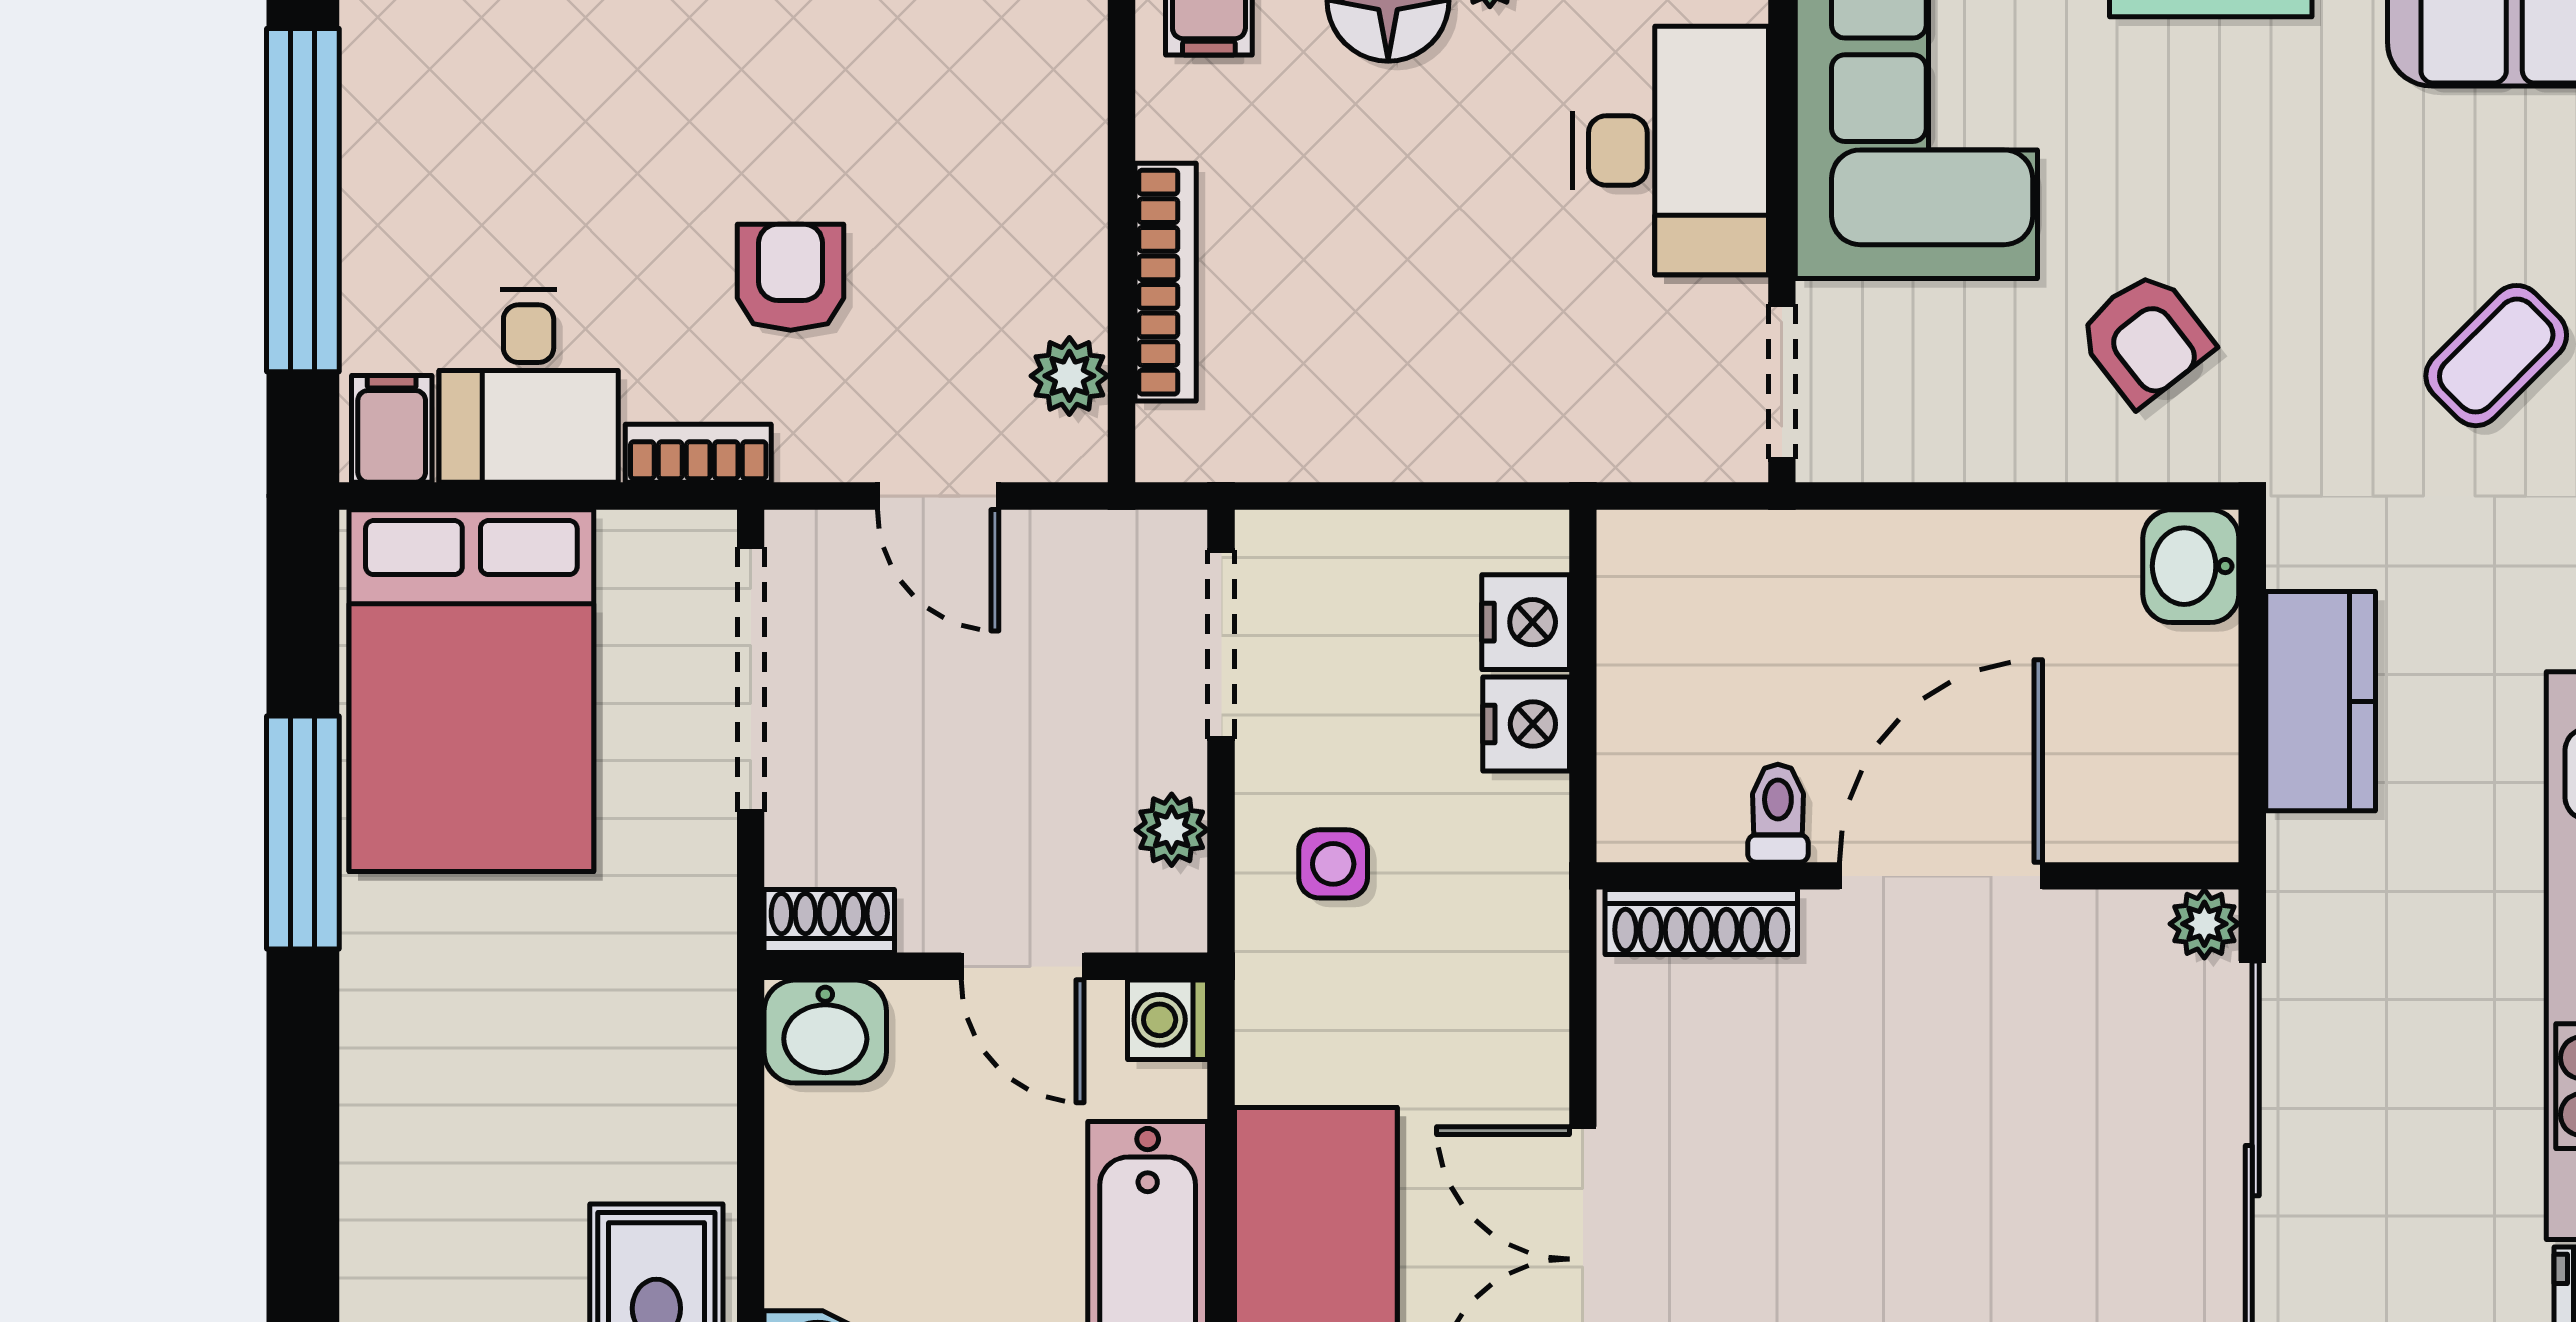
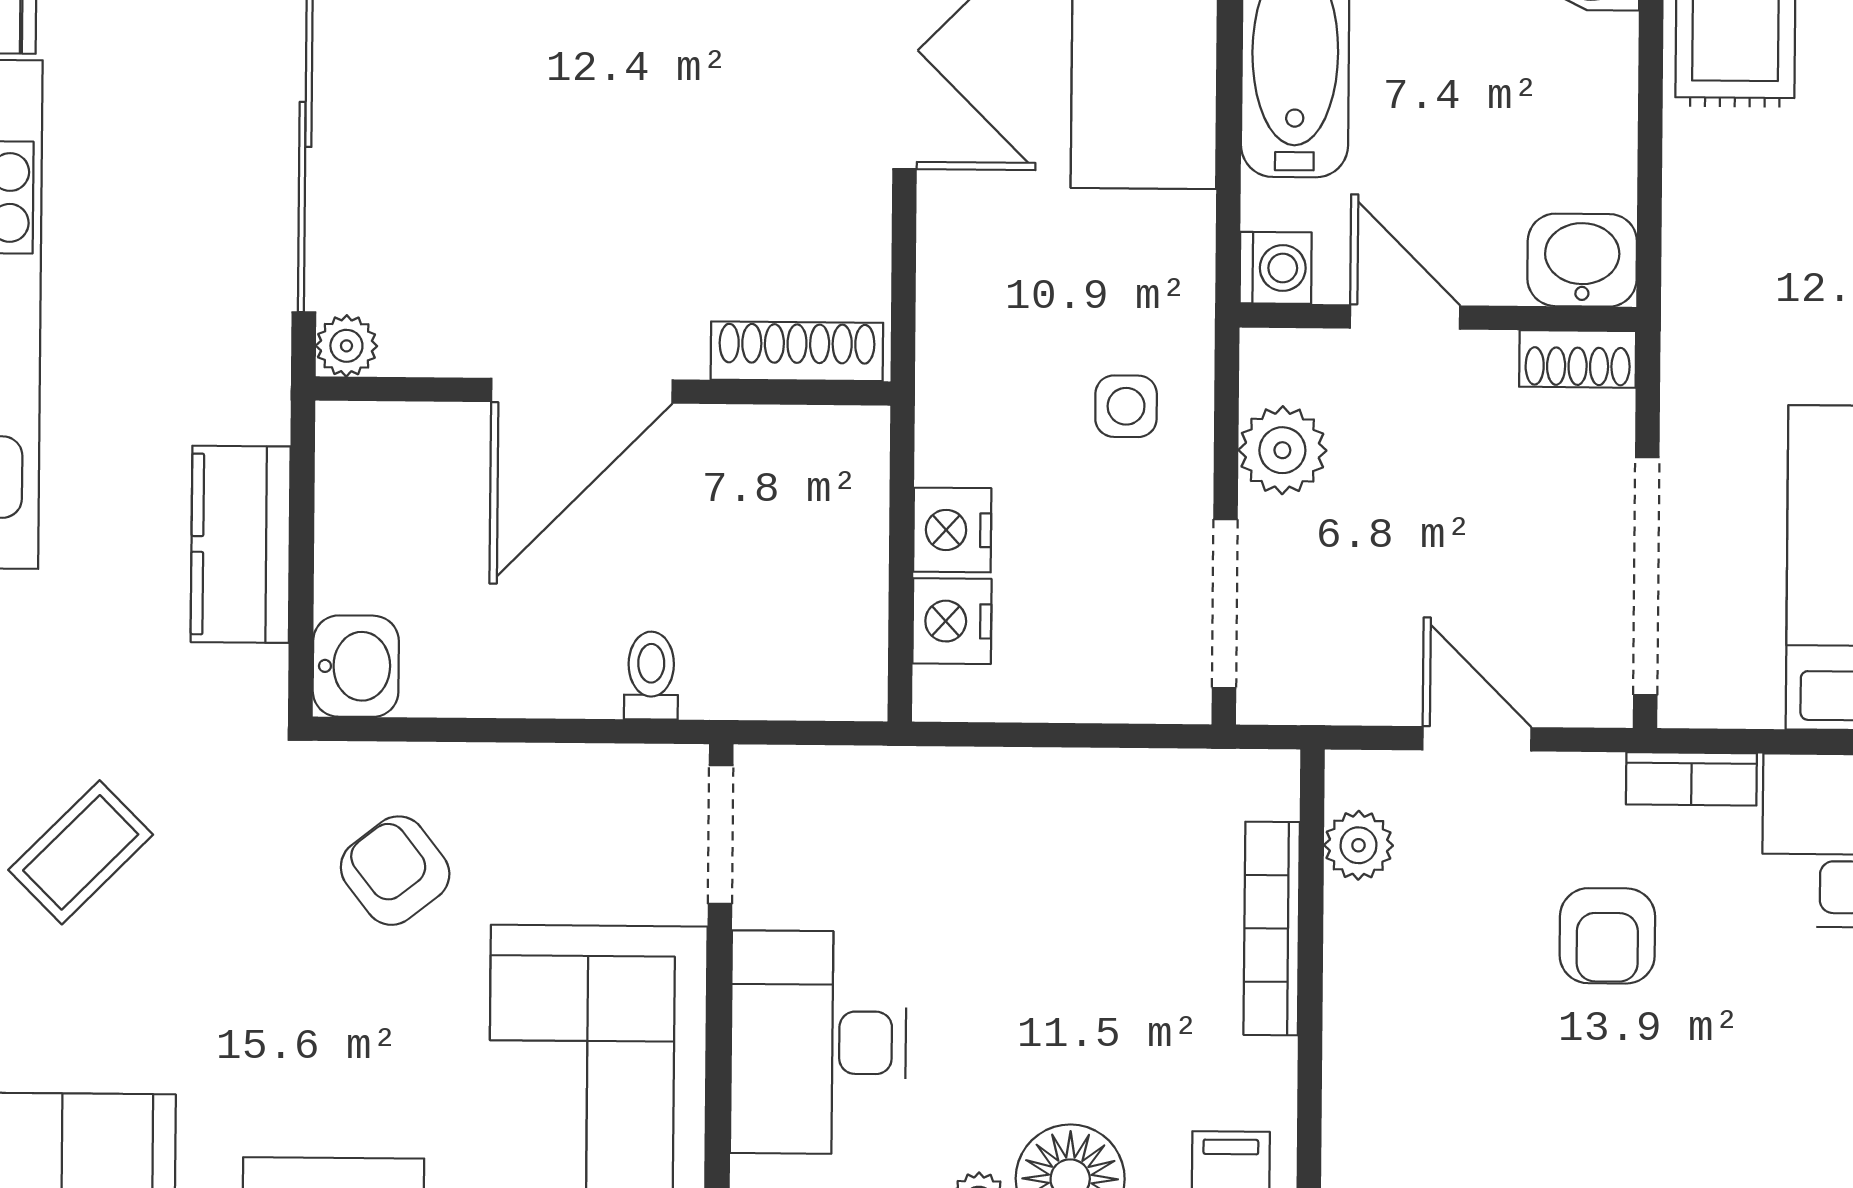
toilet: (1778, 813) -> (651, 676), moved, turned 180
plant: (1172, 830) -> (1282, 450), width x1.38, depth x1.38

